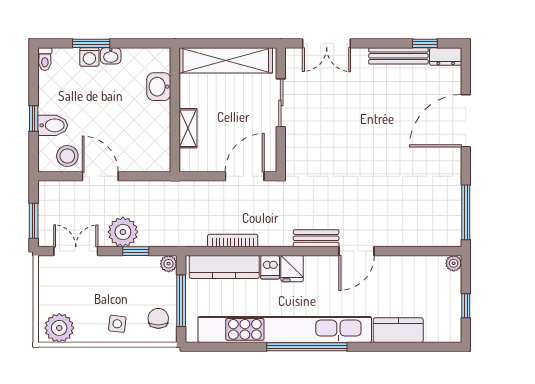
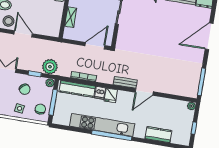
plant: (123, 232) -> (50, 67), moved
chair: (121, 285) -> (25, 89), added
kitchen unit: (285, 329) -> (102, 125), width x0.73

